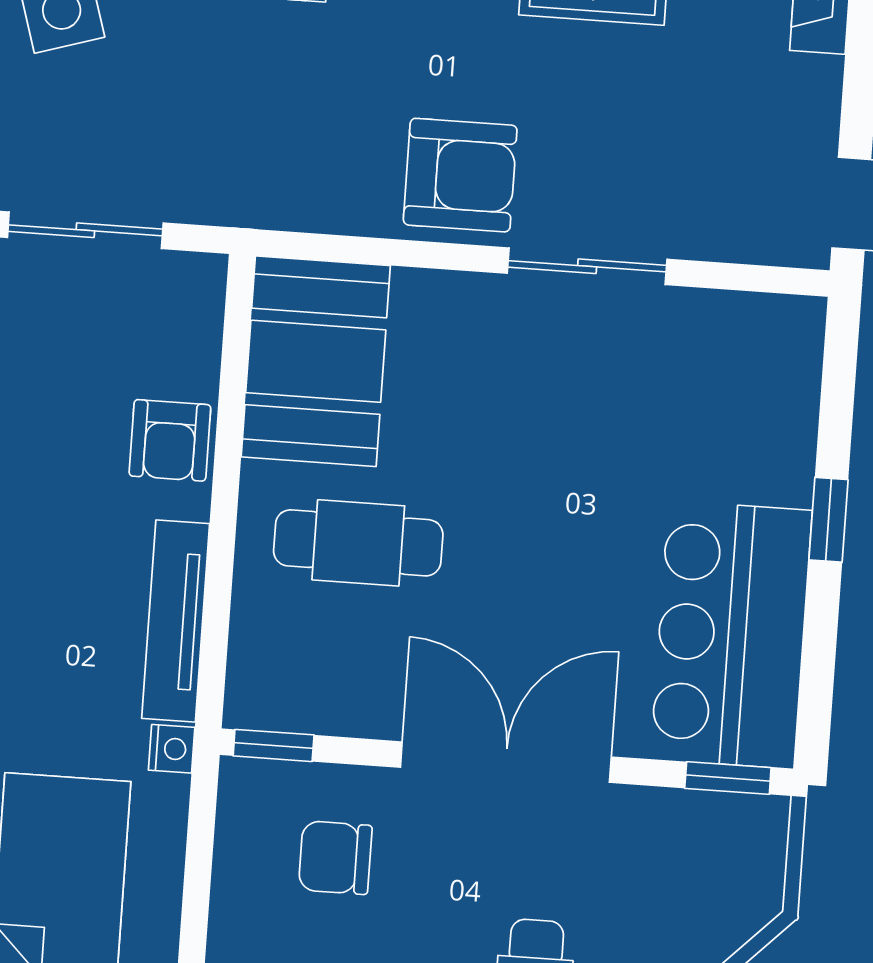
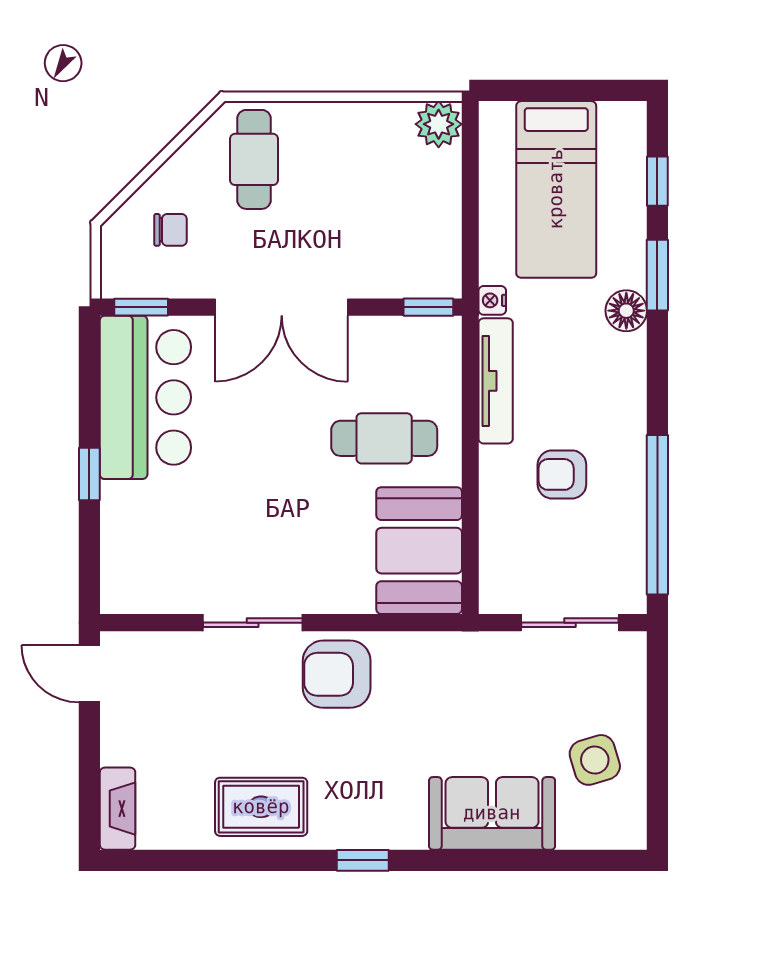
armchair: (170, 440) -> (562, 474), moved, turned -90
chair: (335, 858) -> (170, 230), moved, width x0.73, depth x0.73

